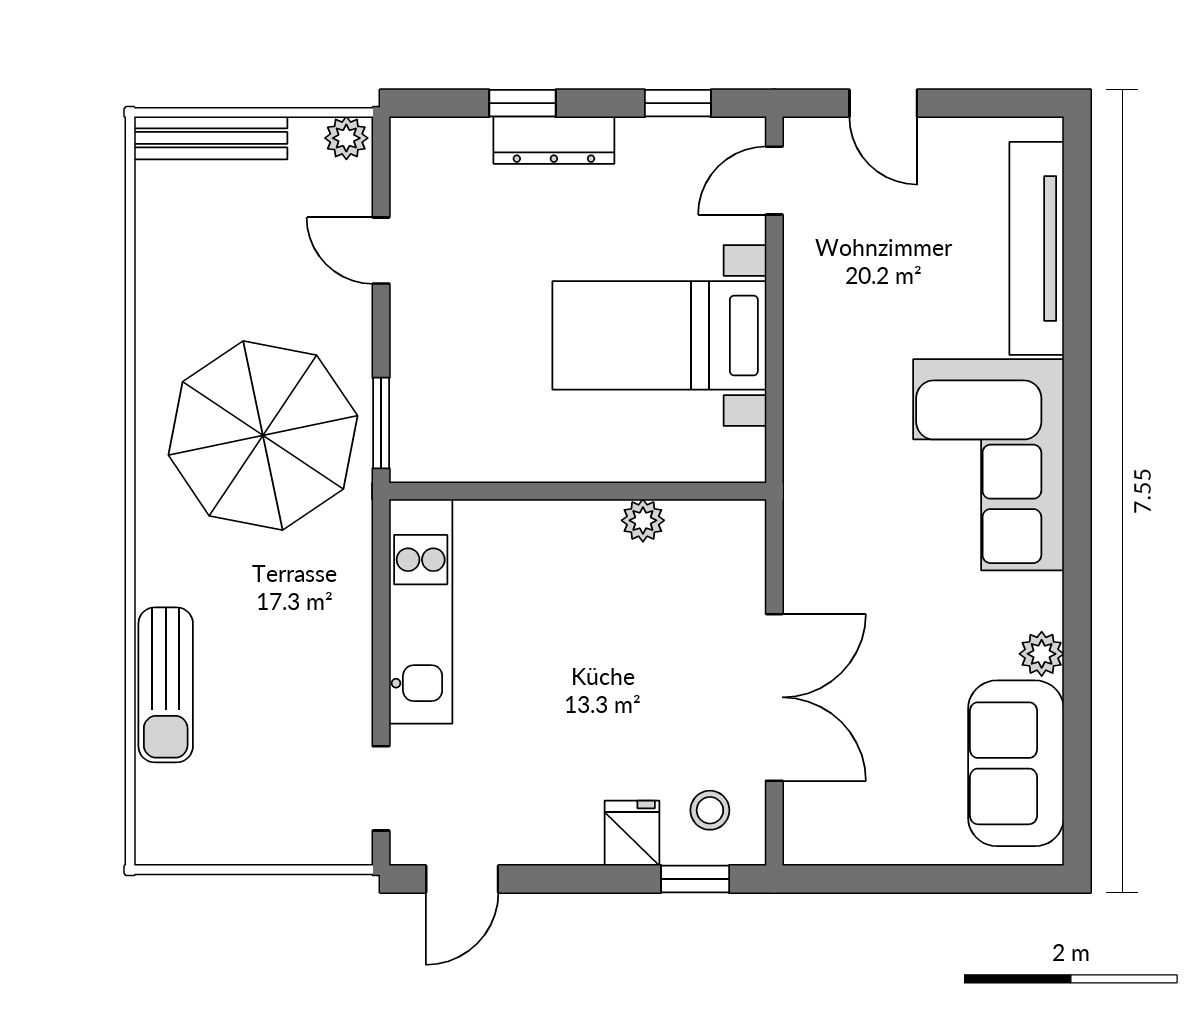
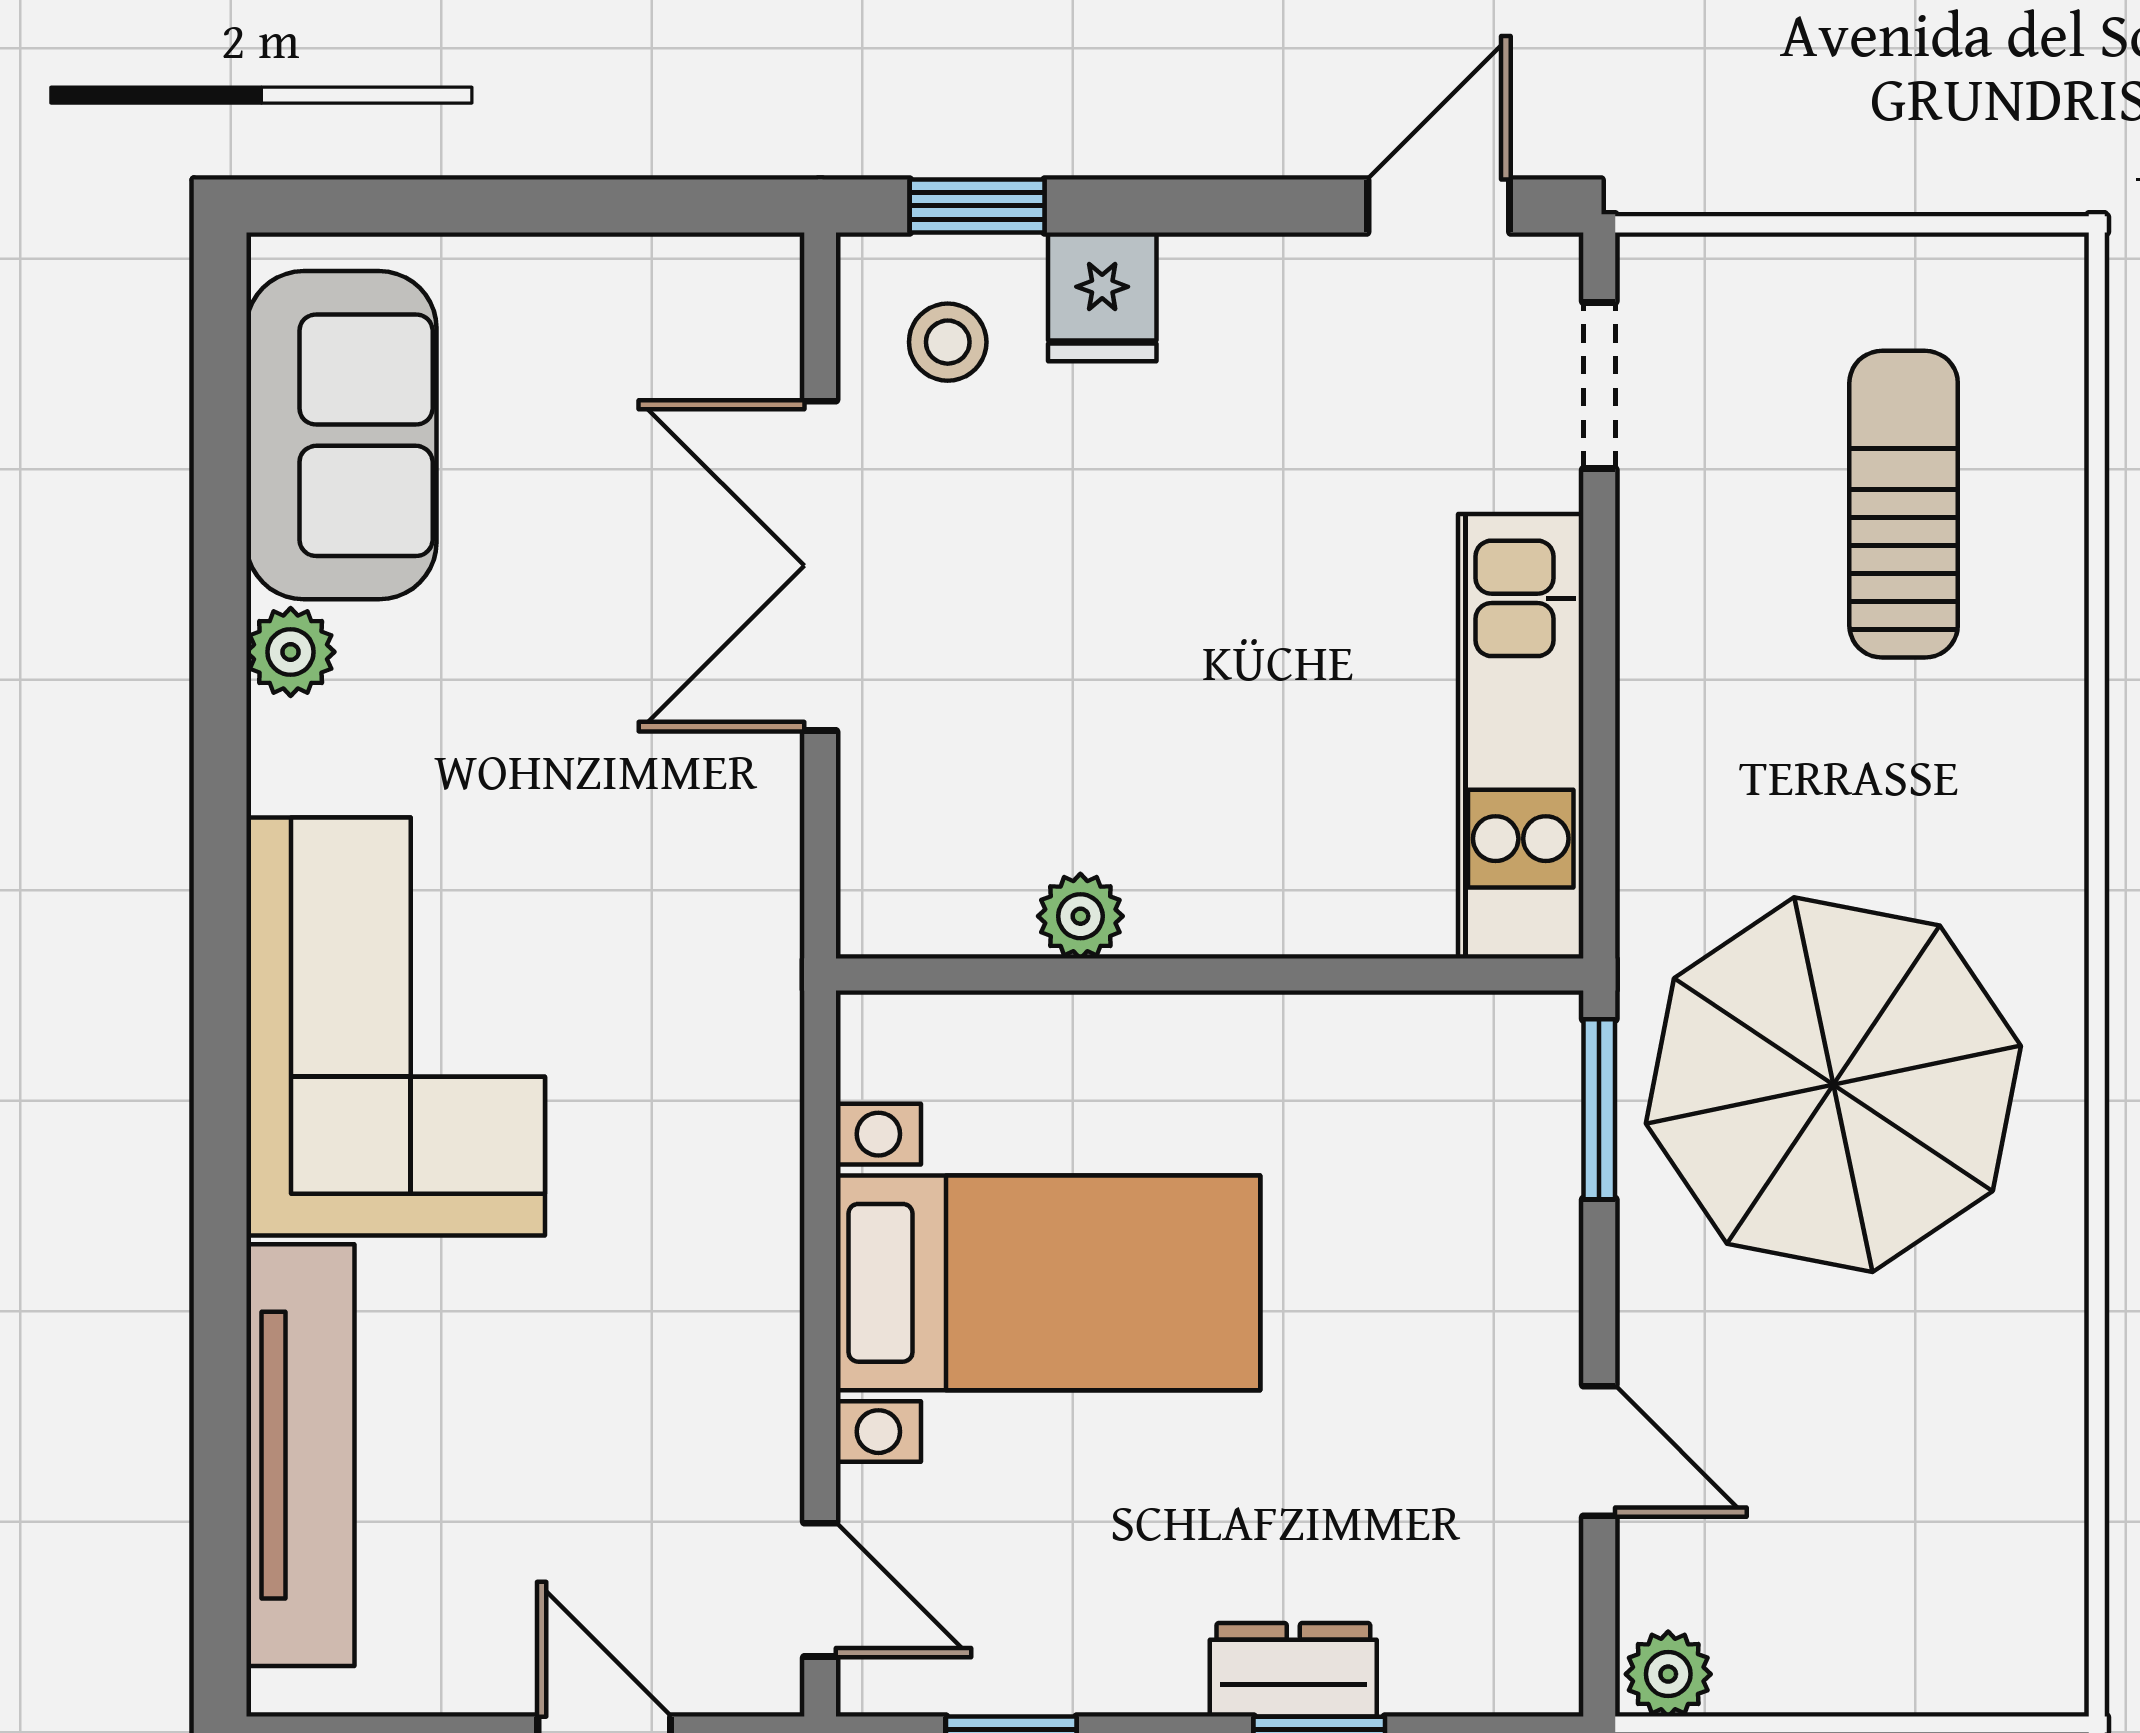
bench: (211, 138) -> (1937, 1674), removed
dresser: (554, 140) -> (1293, 1670), width x0.70
door: (774, 181) -> (820, 1590), hinge flipped
sun lounger: (166, 685) -> (1904, 504), moved

